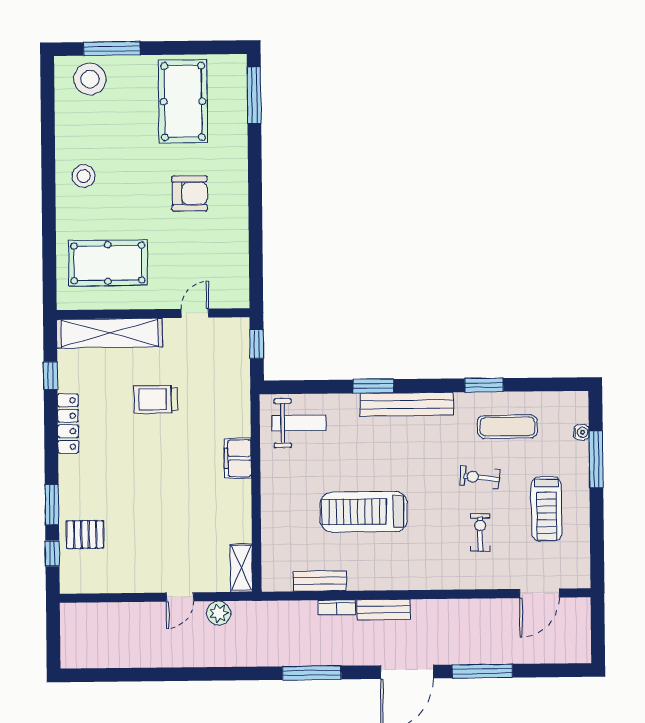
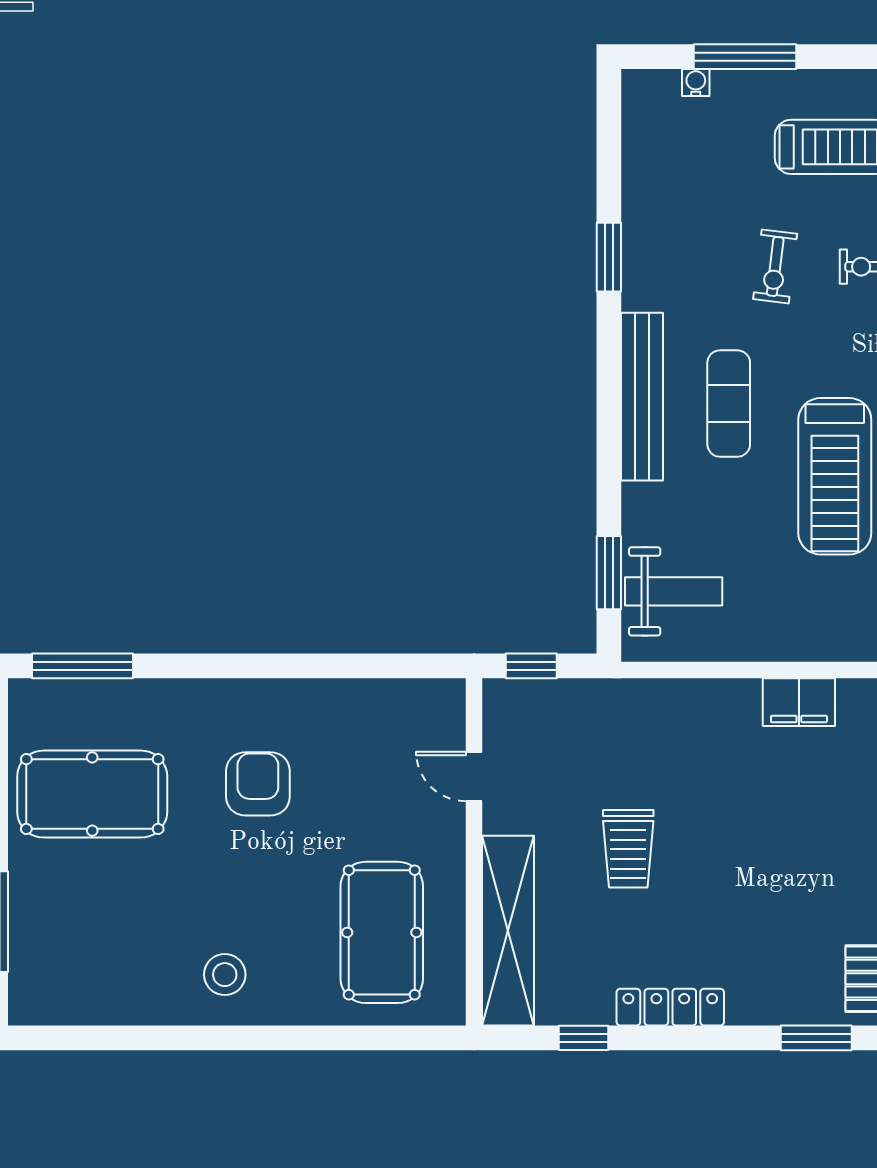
stool: (90, 79) -> (50, 961), removed
window: (373, 386) -> (609, 573), moved
weight bench: (299, 423) -> (674, 591), turned 90
exercise mat: (507, 427) -> (729, 404), moved
filing cabinet: (238, 458) -> (799, 702), moved

